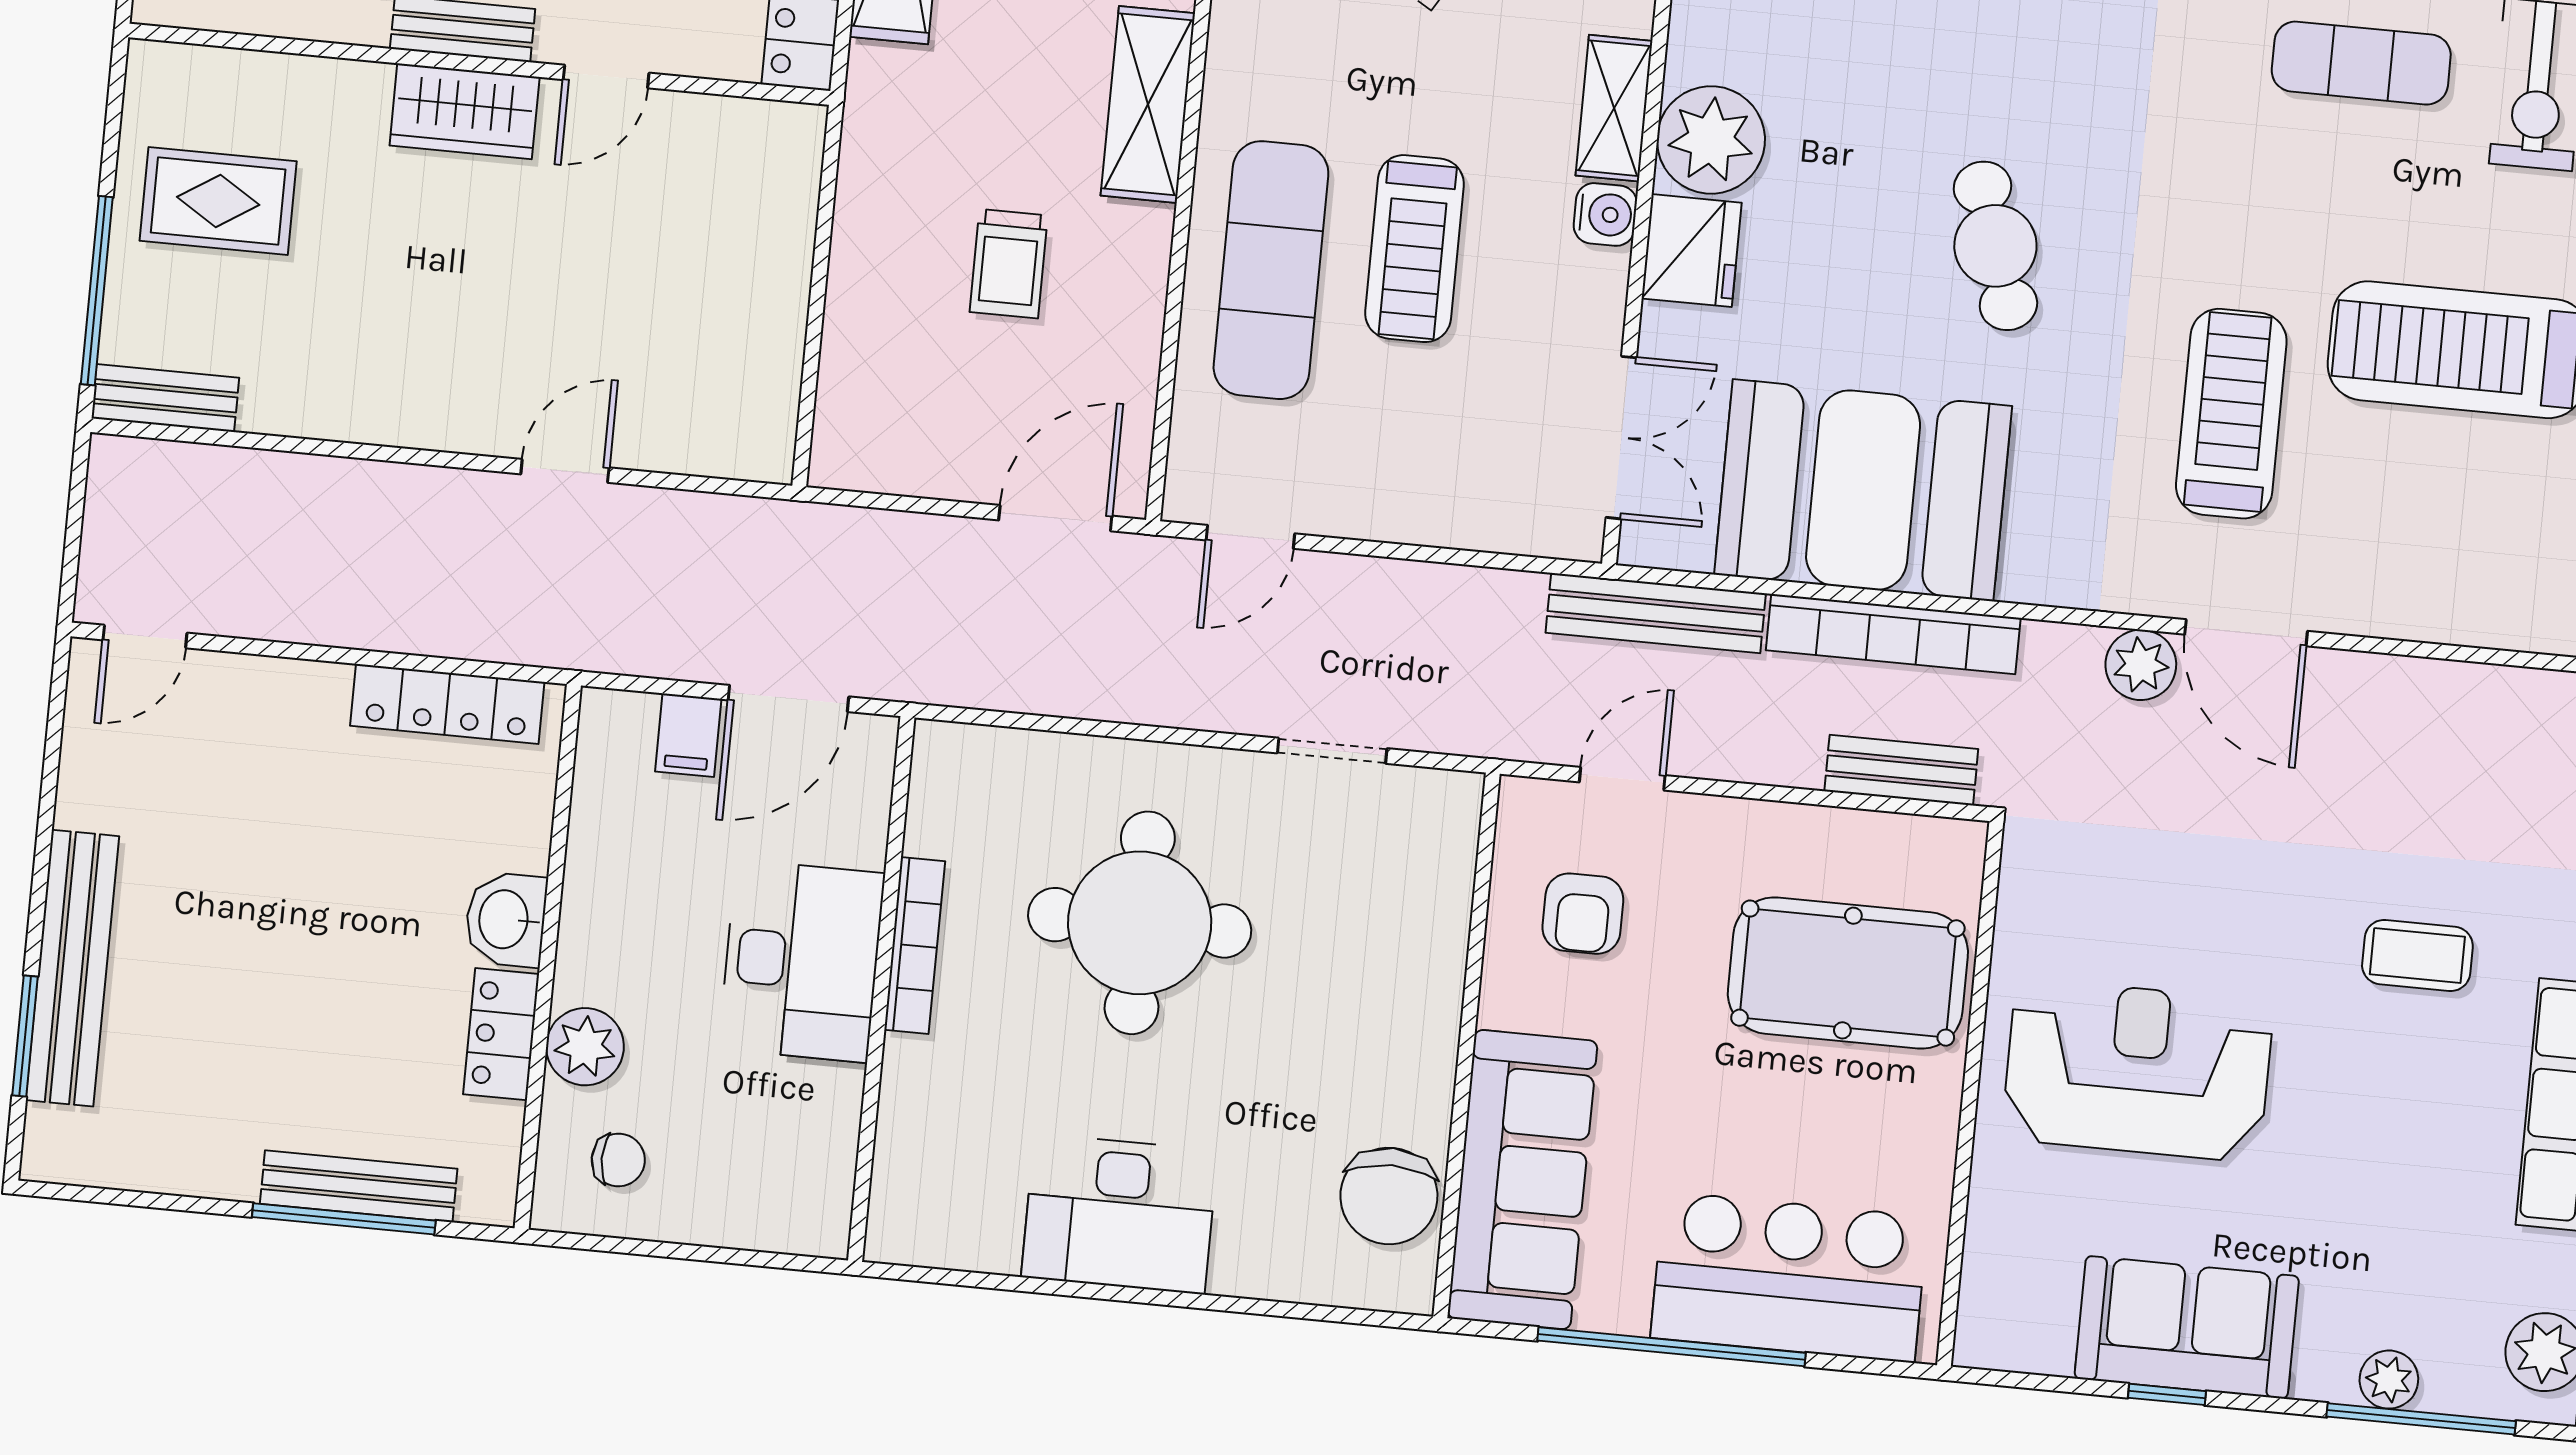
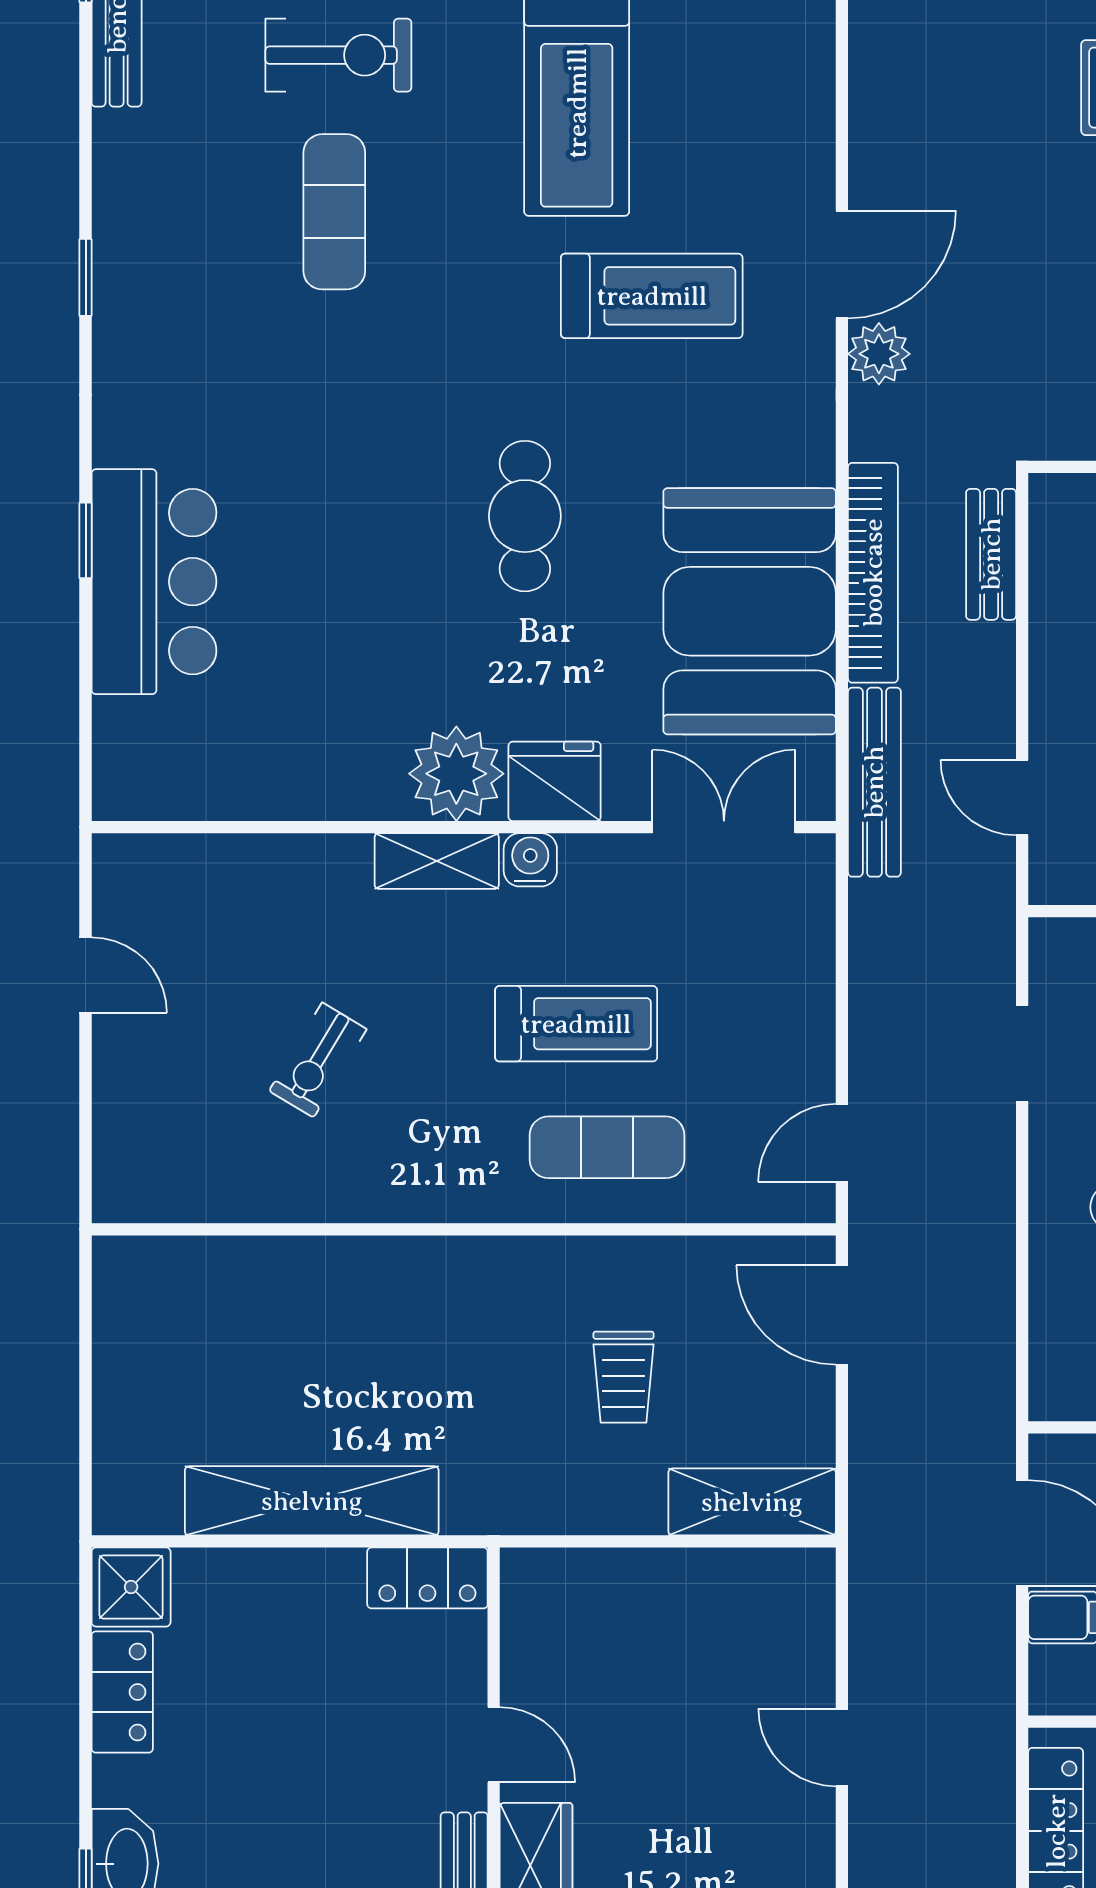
shelving: (1148, 104) -> (752, 1502), moved
cafe table: (1995, 246) -> (525, 516), turned -72
trolley: (1009, 264) -> (624, 1377), turned 90
exercise mat: (1271, 270) -> (607, 1147), width x0.73, depth x0.69
treadmill: (2231, 414) -> (652, 296), turned 180
door: (1250, 537) -> (842, 1143), swing flipped

